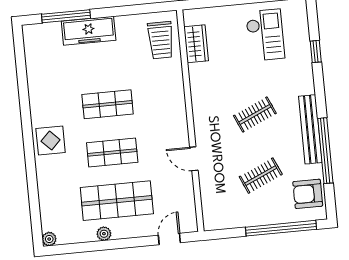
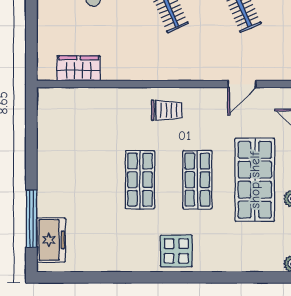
freezer: (89, 31) -> (51, 240), moved, width x0.71
trolley: (161, 40) -> (167, 110), moved, width x0.73, depth x0.72
door: (194, 159) -> (242, 84), moved

